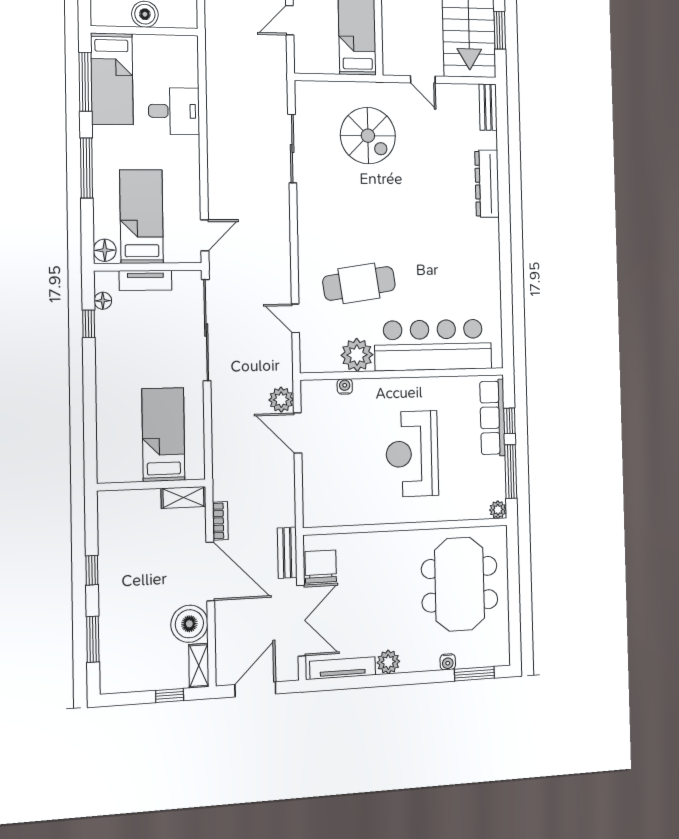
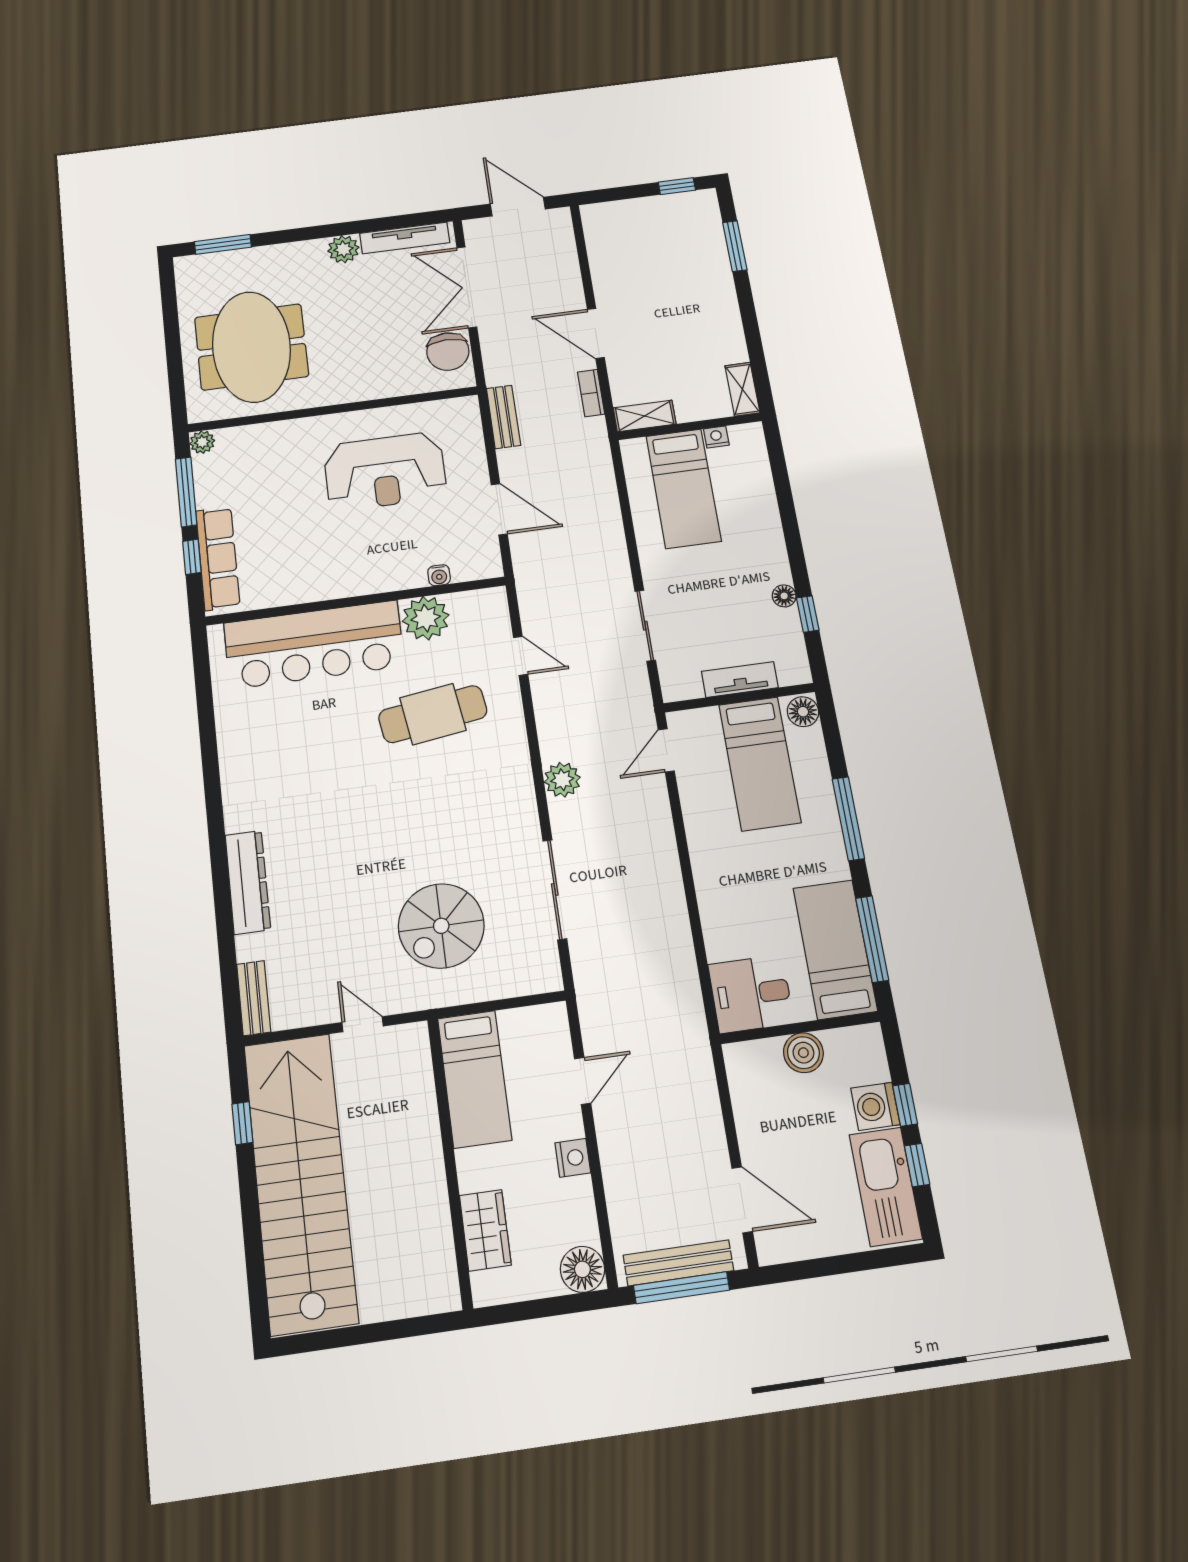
window: (500, 30) -> (242, 1123), width x0.67
desk: (174, 111) -> (751, 994), moved
spiral stairs: (368, 136) -> (441, 926), turned -90
floor lamp: (103, 301) -> (784, 596), moved
sliding door: (206, 330) -> (645, 626), width x0.54
plant: (281, 400) -> (562, 780), moved
reception desk: (412, 454) -> (385, 471), moved, turned 90
nightstand: (133, 474) -> (716, 437), added
bench: (287, 553) -> (503, 417), moved
window: (92, 570) -> (750, 322), removed
door: (210, 571) -> (596, 333), width x0.73
boiler: (189, 624) -> (614, 272), removed
water cooler: (448, 662) -> (261, 255), removed
shelving: (199, 666) -> (742, 389), moved
door: (255, 689) -> (518, 207), swing flipped
window: (170, 695) -> (677, 186), moved

